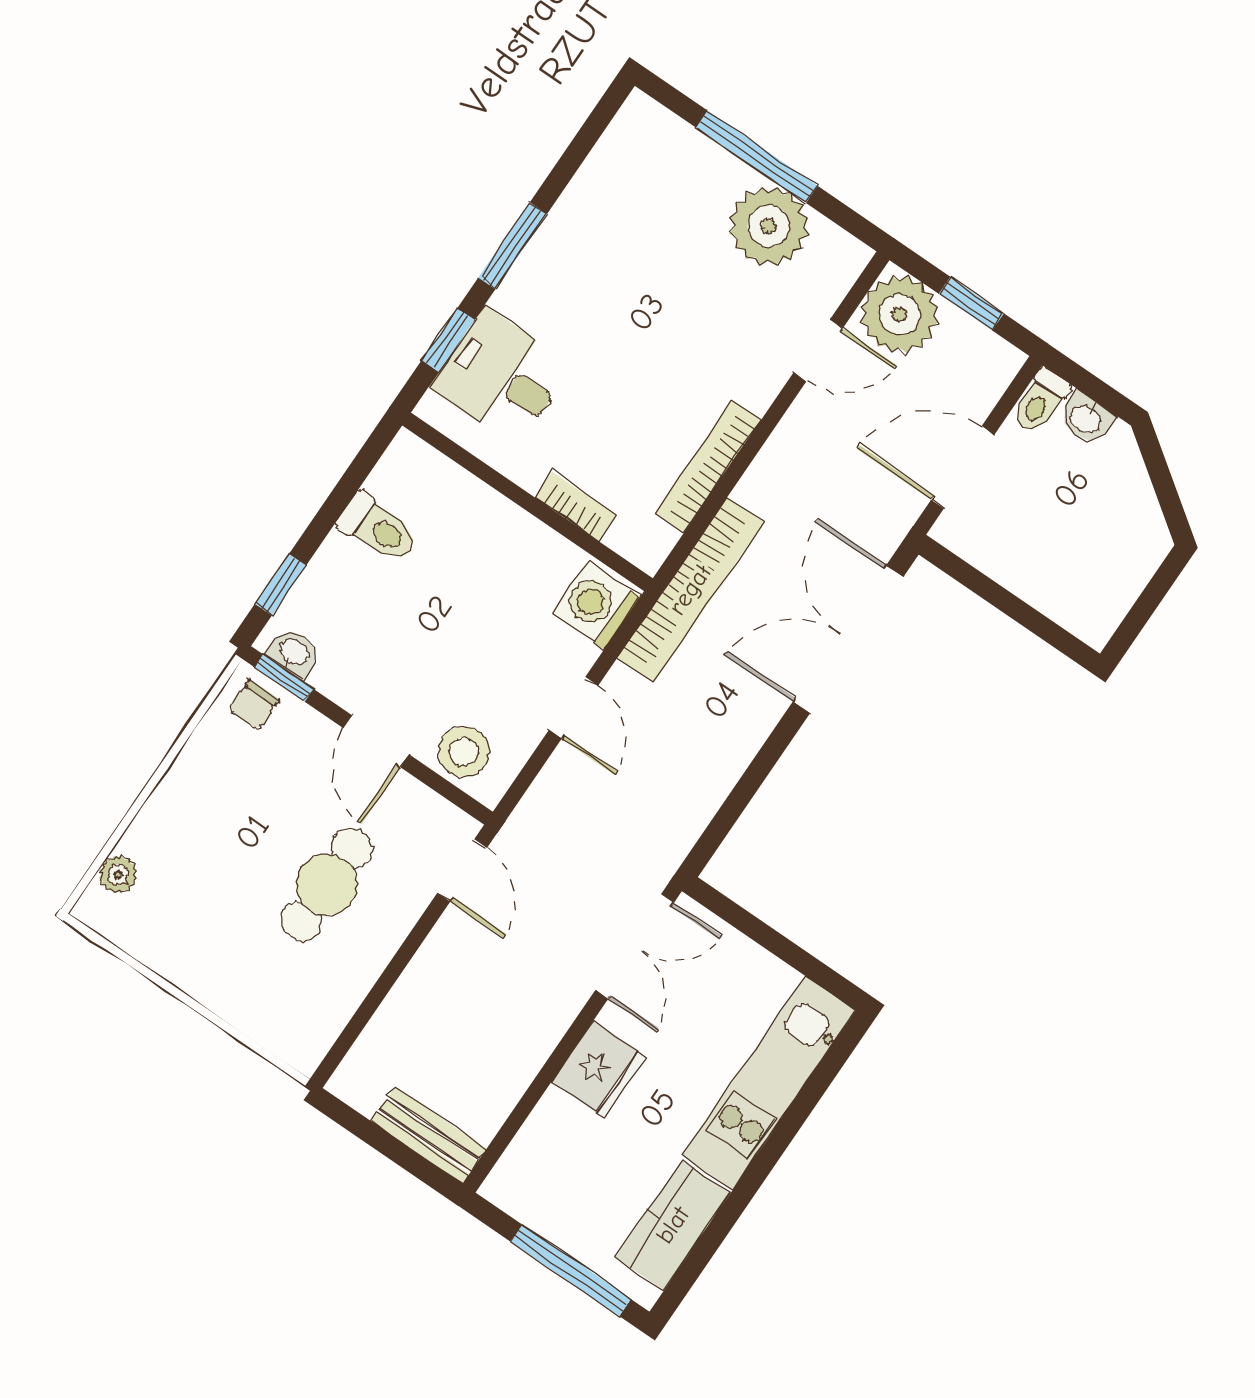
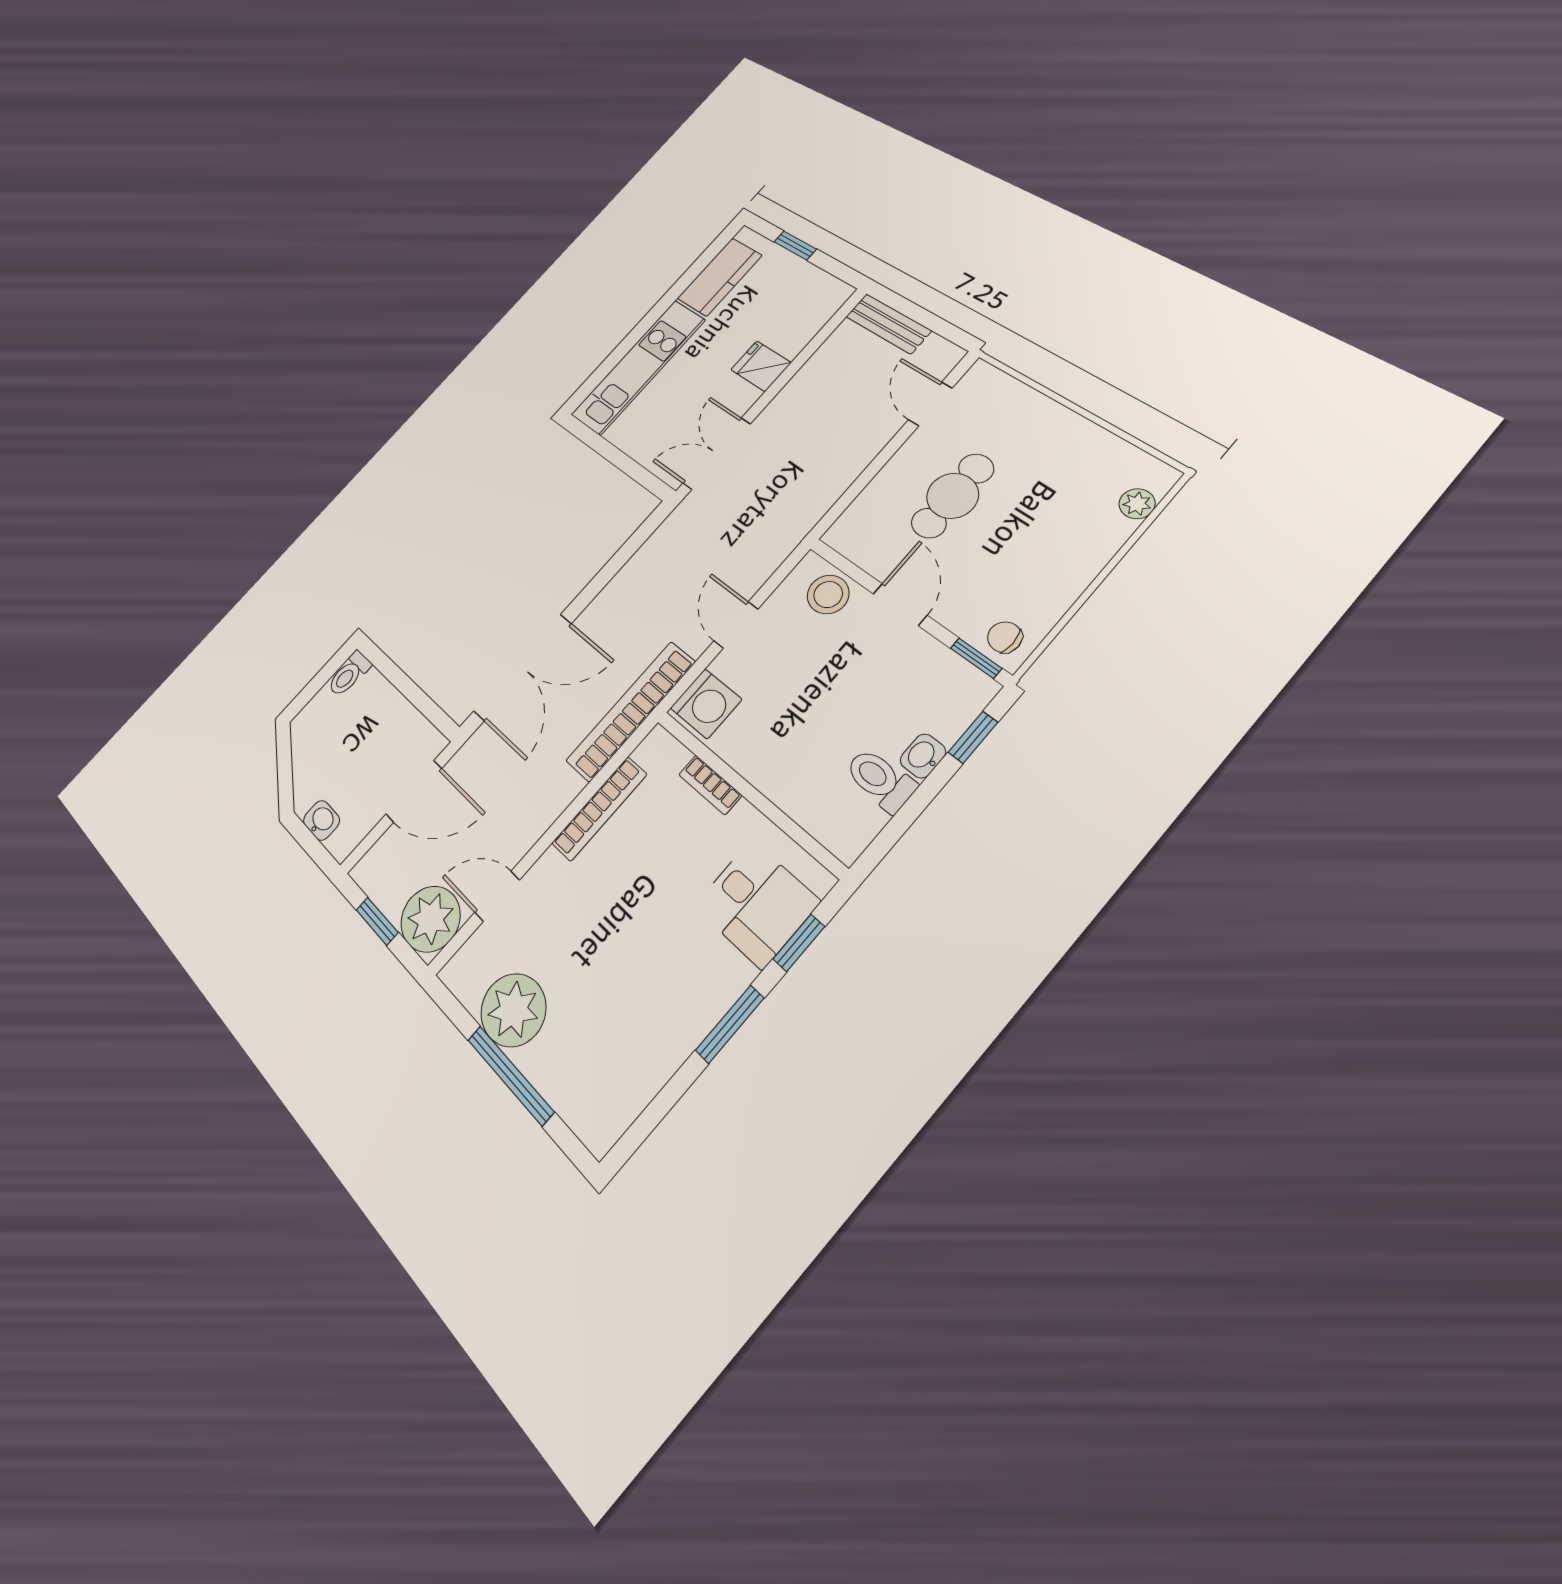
toilet: (1040, 401) -> (349, 674), moved, turned 180
washbasin: (294, 653) -> (923, 756), moved, turned 90
chair: (254, 705) -> (1005, 637), turned -90
door: (462, 870) -> (930, 404), moved
fridge: (599, 1069) -> (761, 366), width x0.72
window: (571, 1270) -> (795, 245), width x0.46

